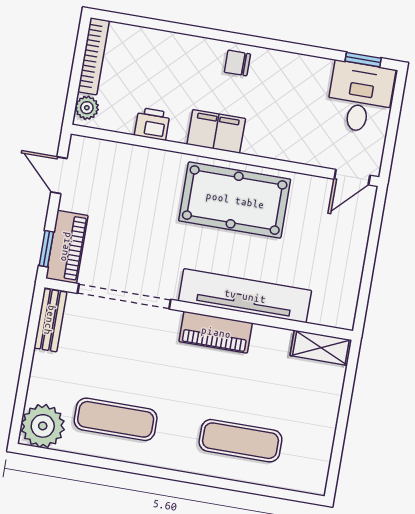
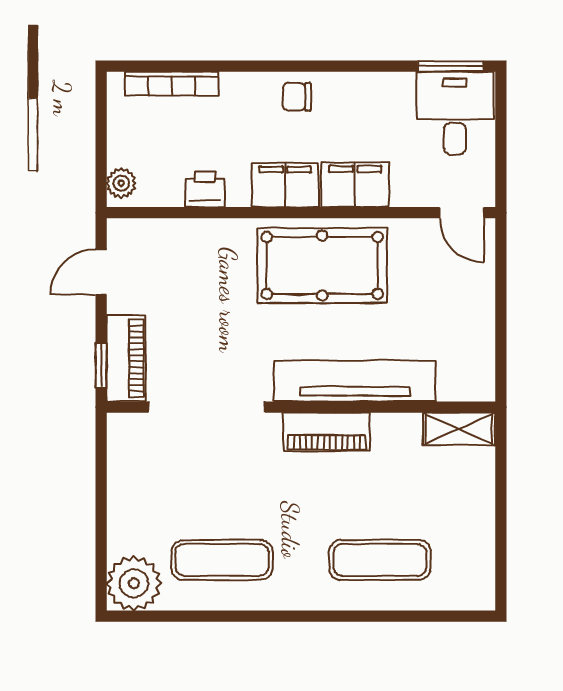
bookcase: (94, 56) -> (172, 84), moved, turned 90
window: (363, 60) -> (451, 66), width x1.50
filing cabinet: (272, 141) -> (355, 185), added
door: (59, 175) -> (101, 272), hinge flipped
door: (352, 177) -> (462, 213), hinge flipped
bench: (50, 320) -> (121, 452), removed

